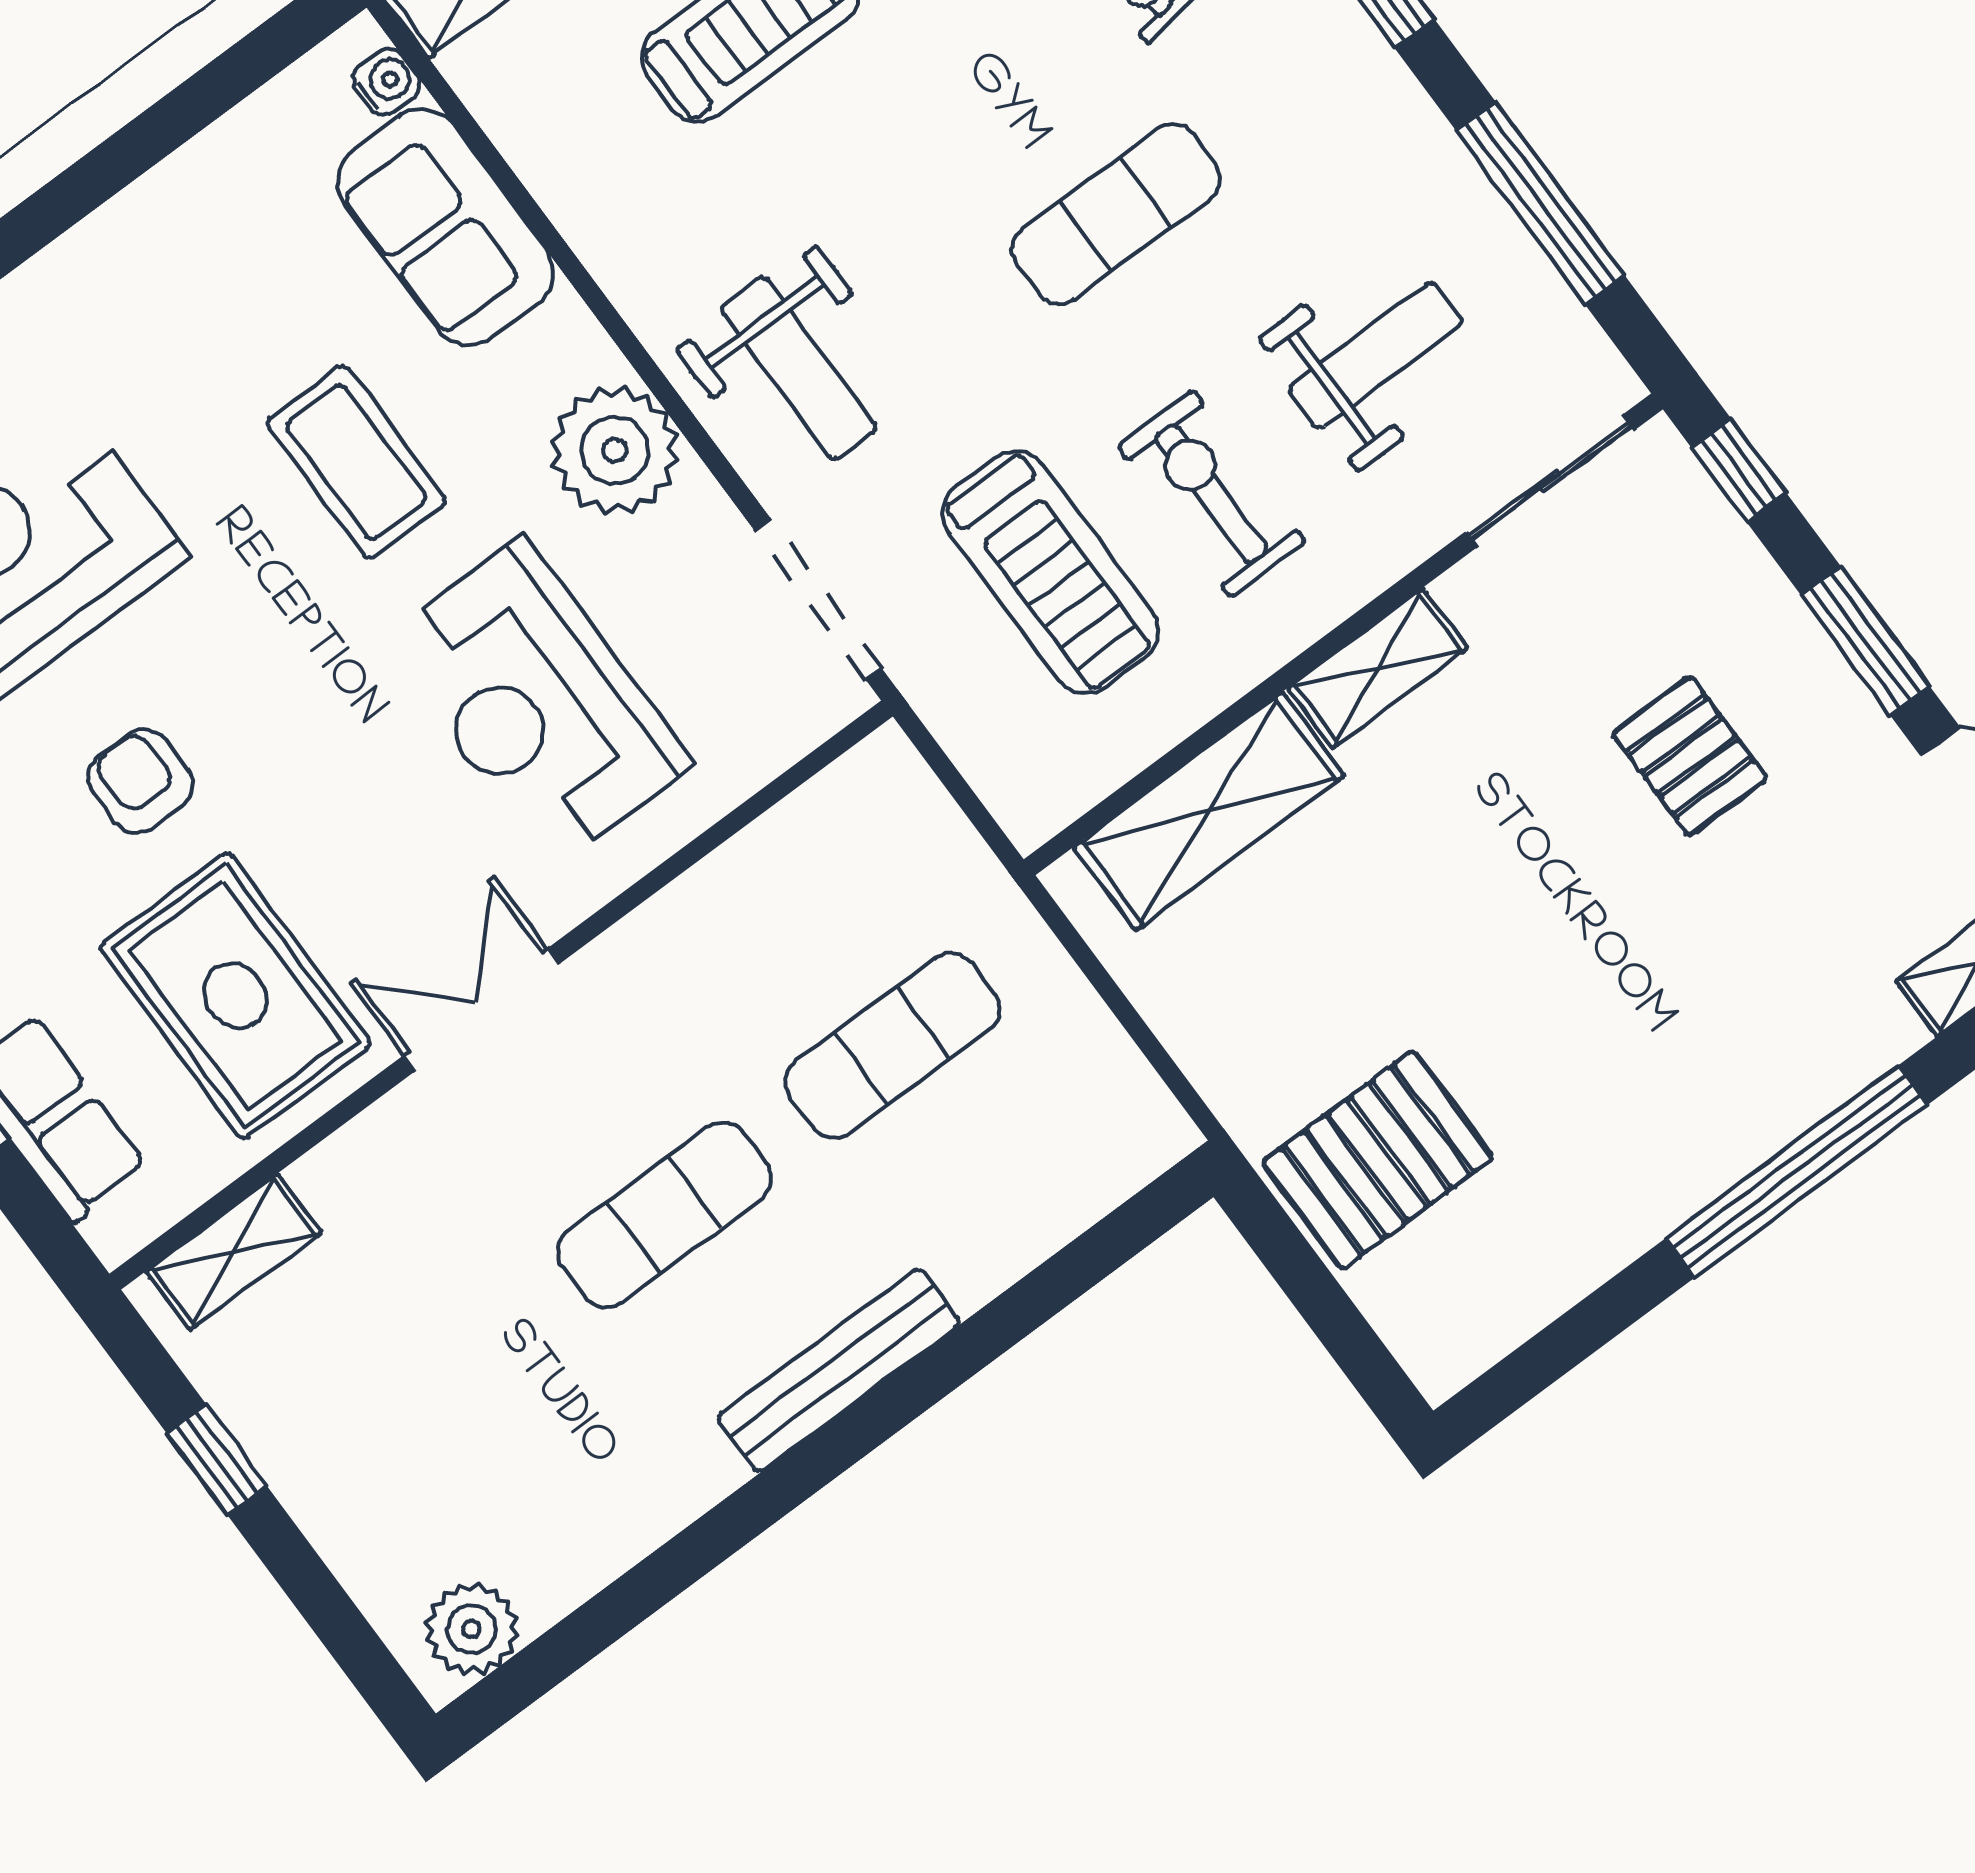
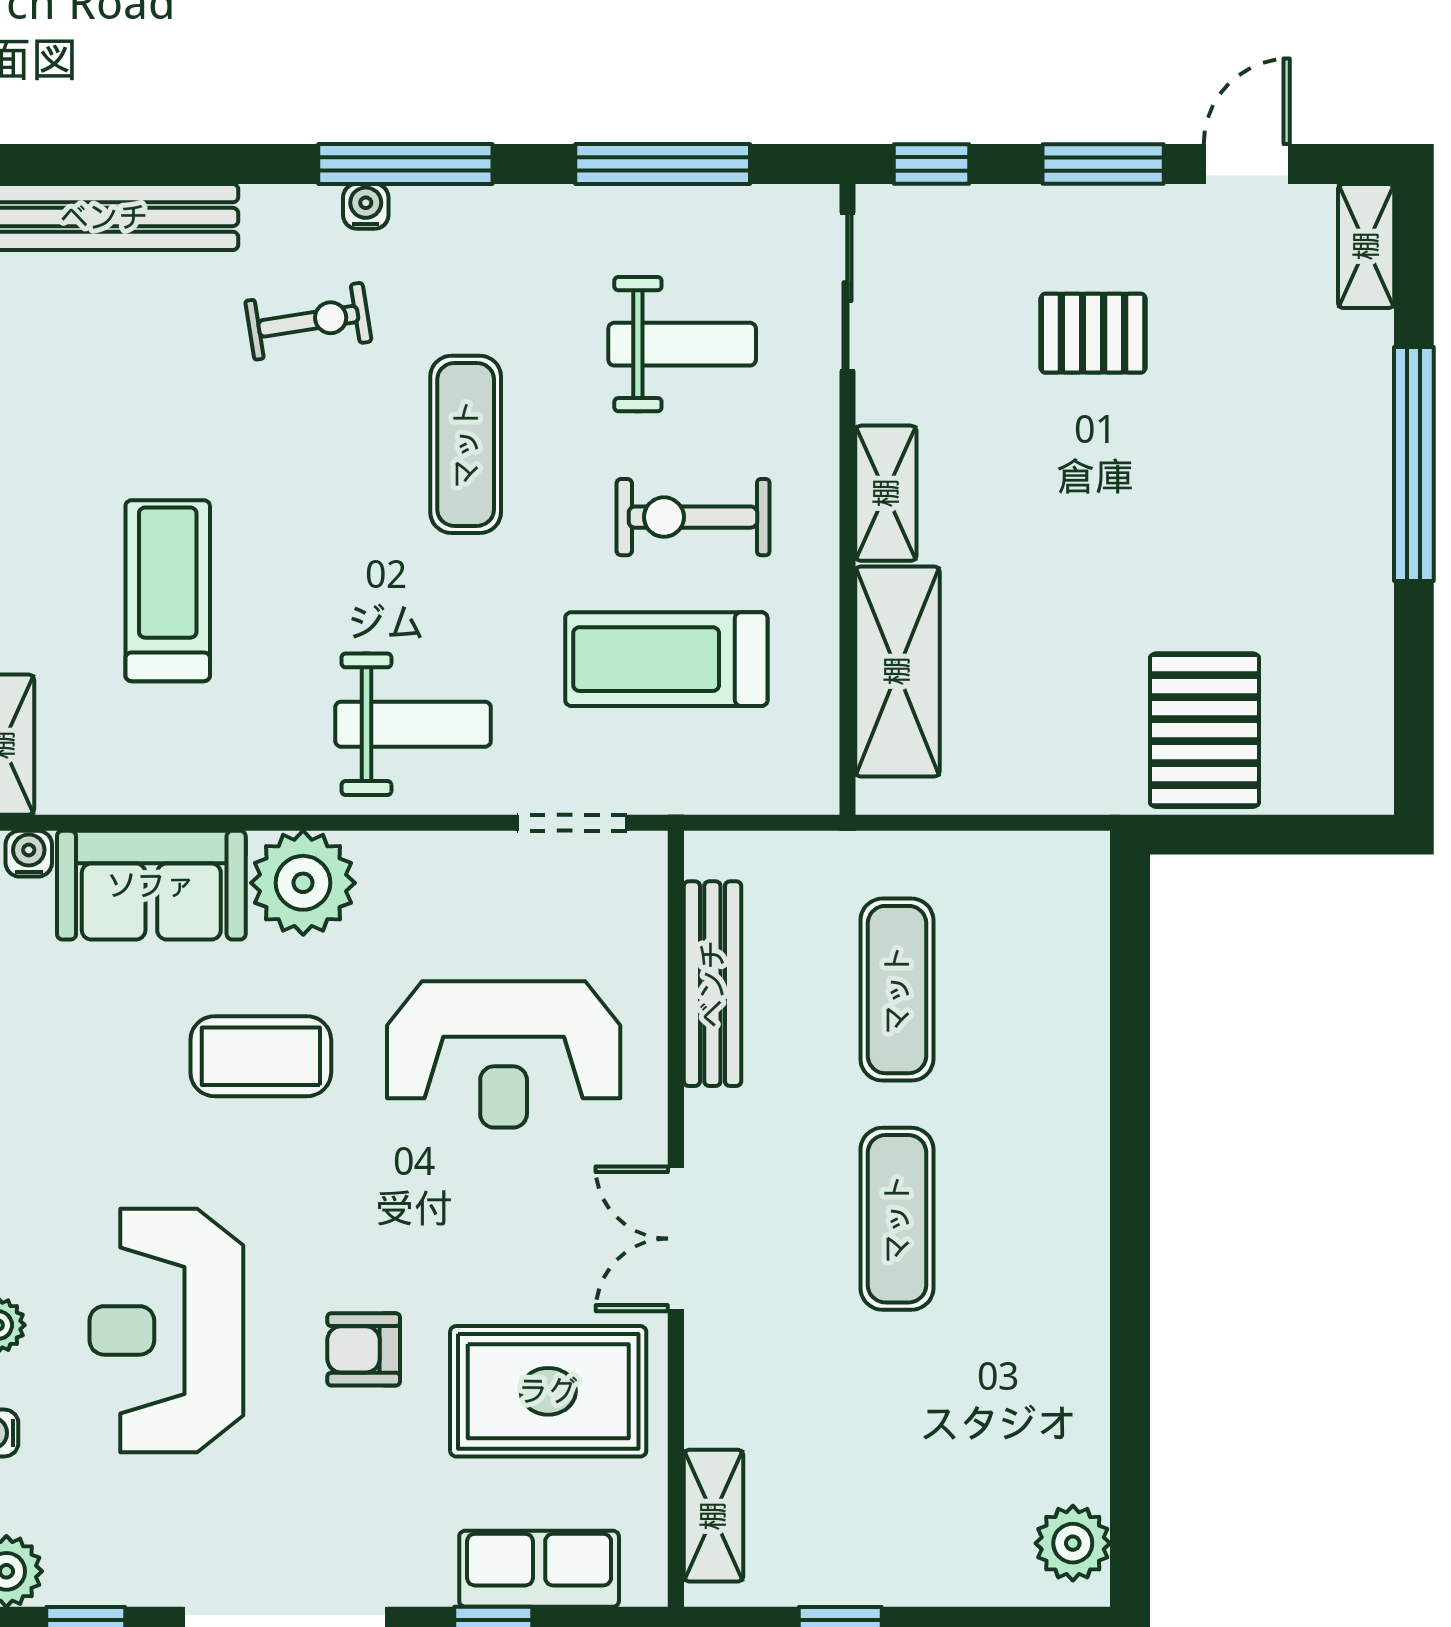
weight bench: (1375, 355) -> (682, 344), turned 90
plant: (615, 450) -> (303, 883), moved
treadmill: (1051, 572) -> (666, 659), turned 180
doorway: (818, 599) -> (572, 823), width x0.73
bench: (839, 1370) -> (712, 984), moved

